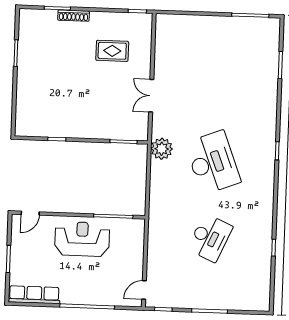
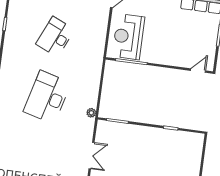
plant: (162, 149) -> (91, 113), width x0.53, depth x0.53
desk: (213, 162) -> (47, 97), turned 36
reception desk: (82, 239) -> (128, 37), moved, turned 90

